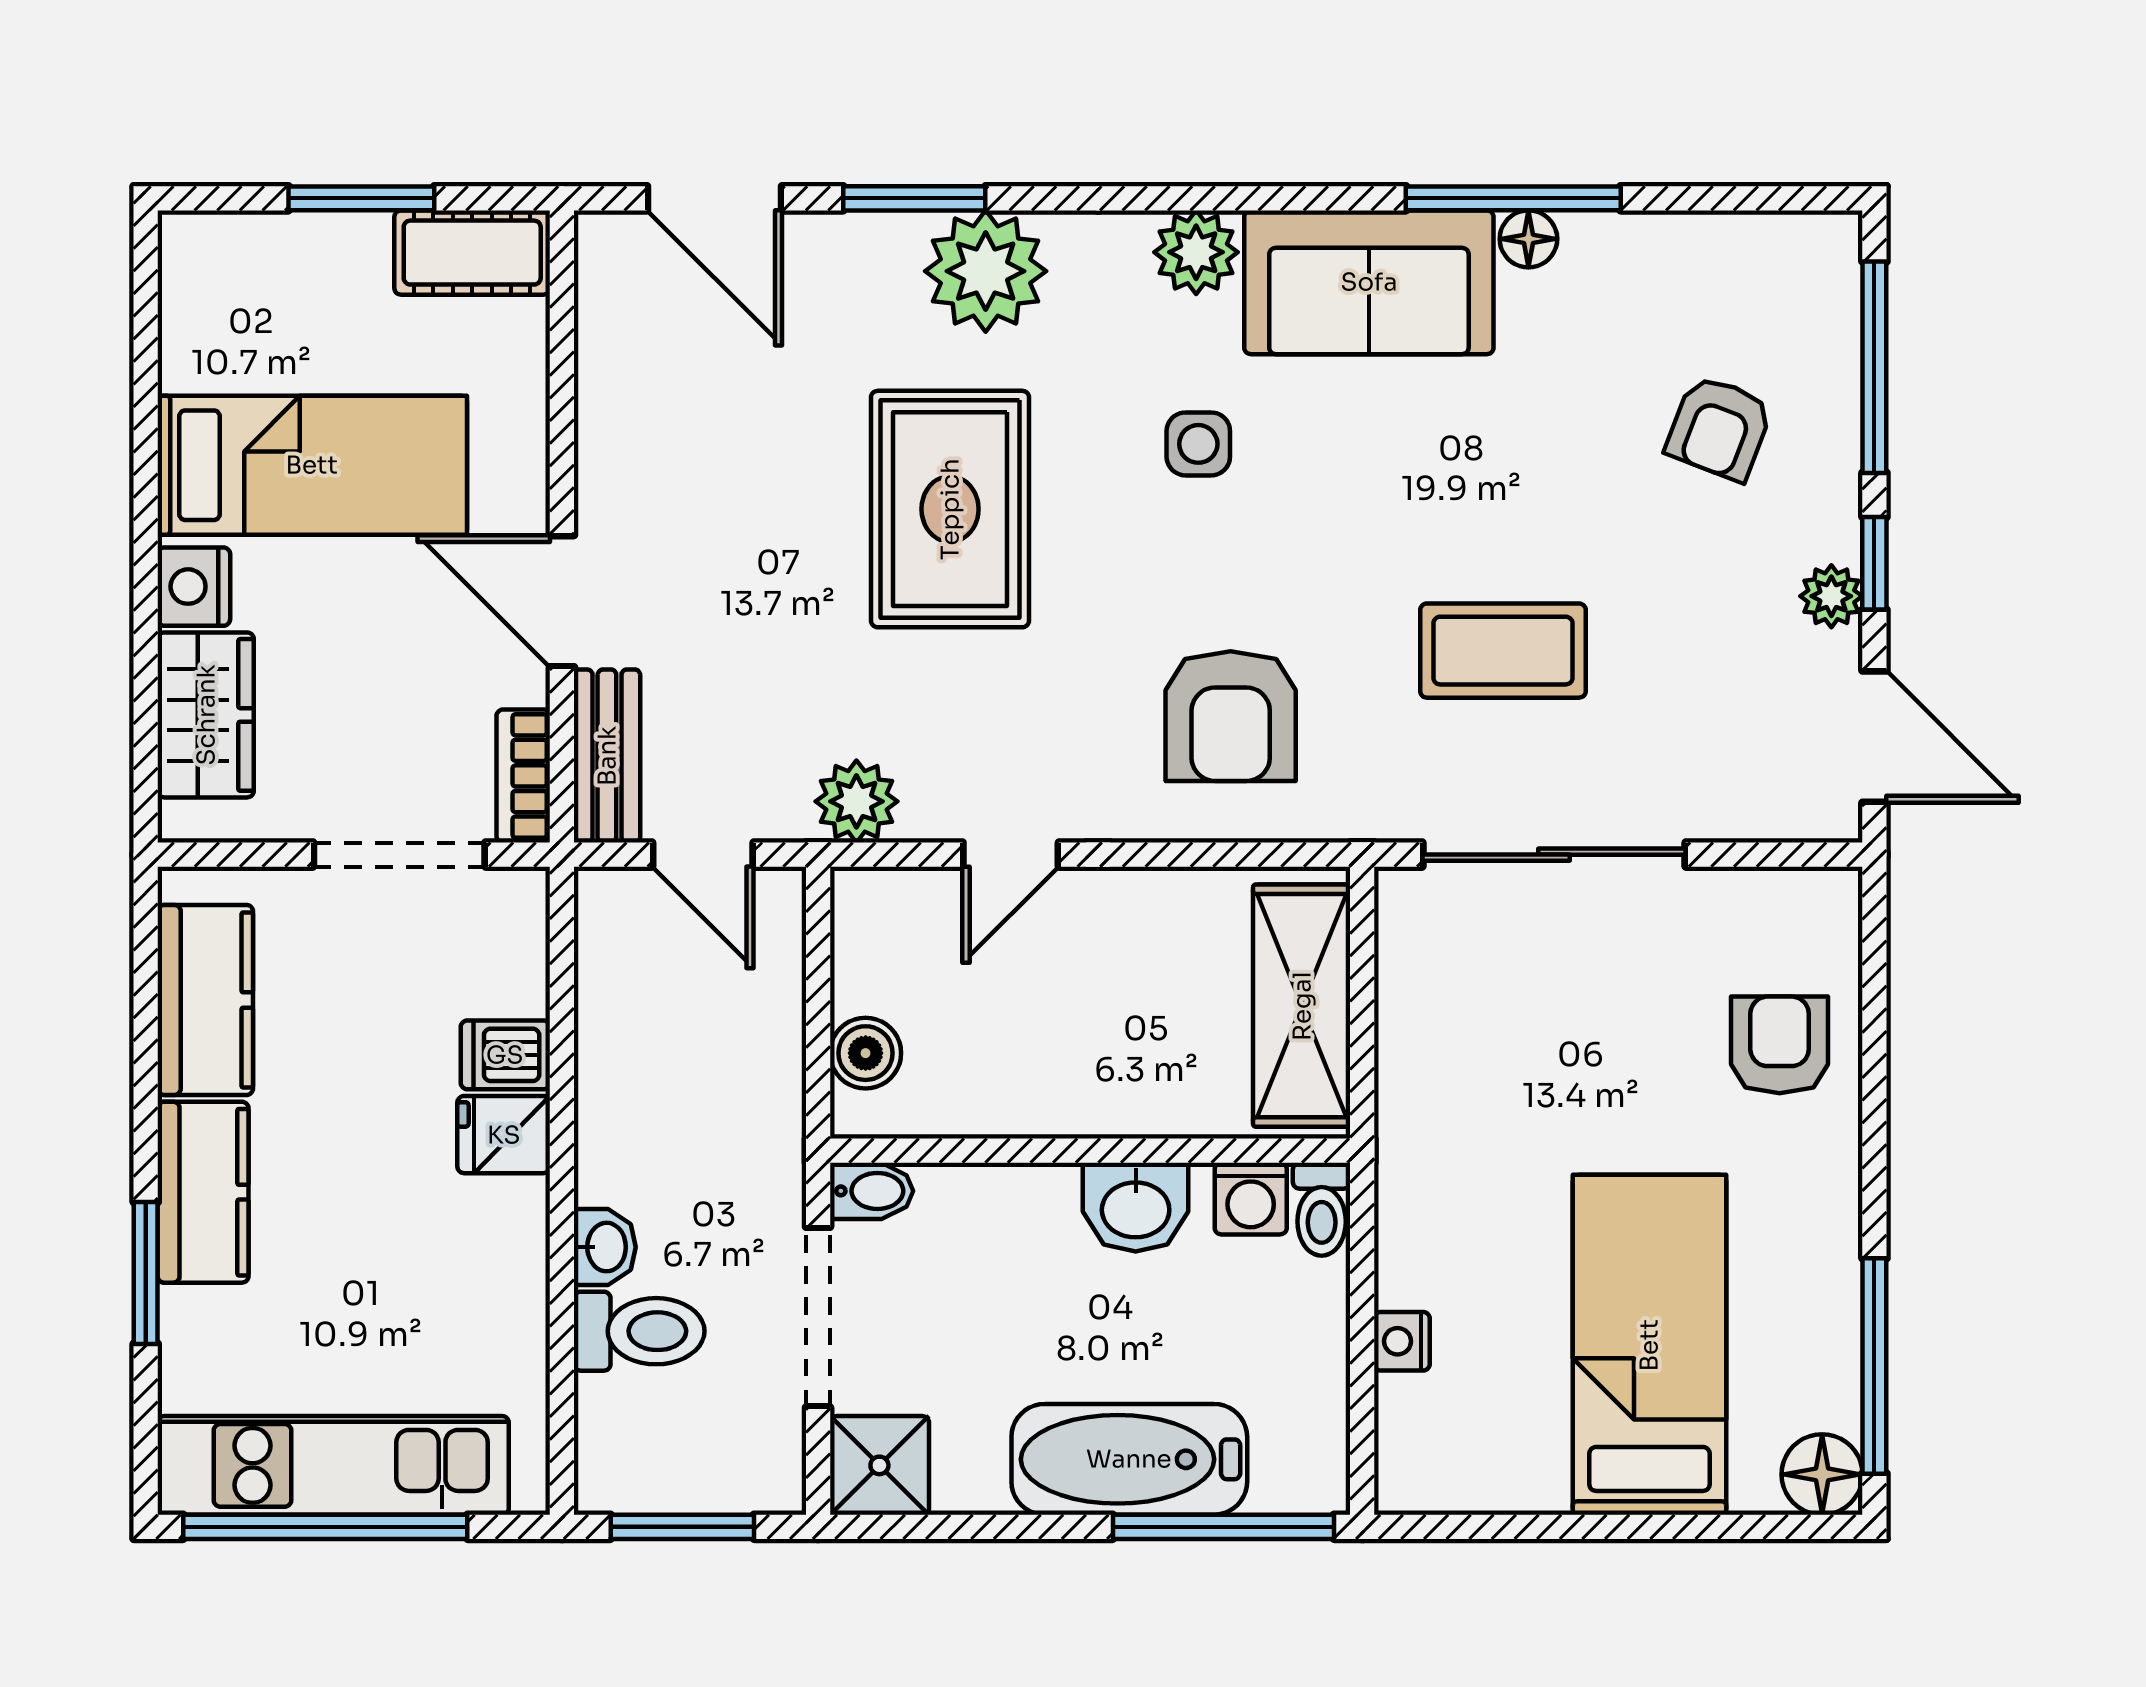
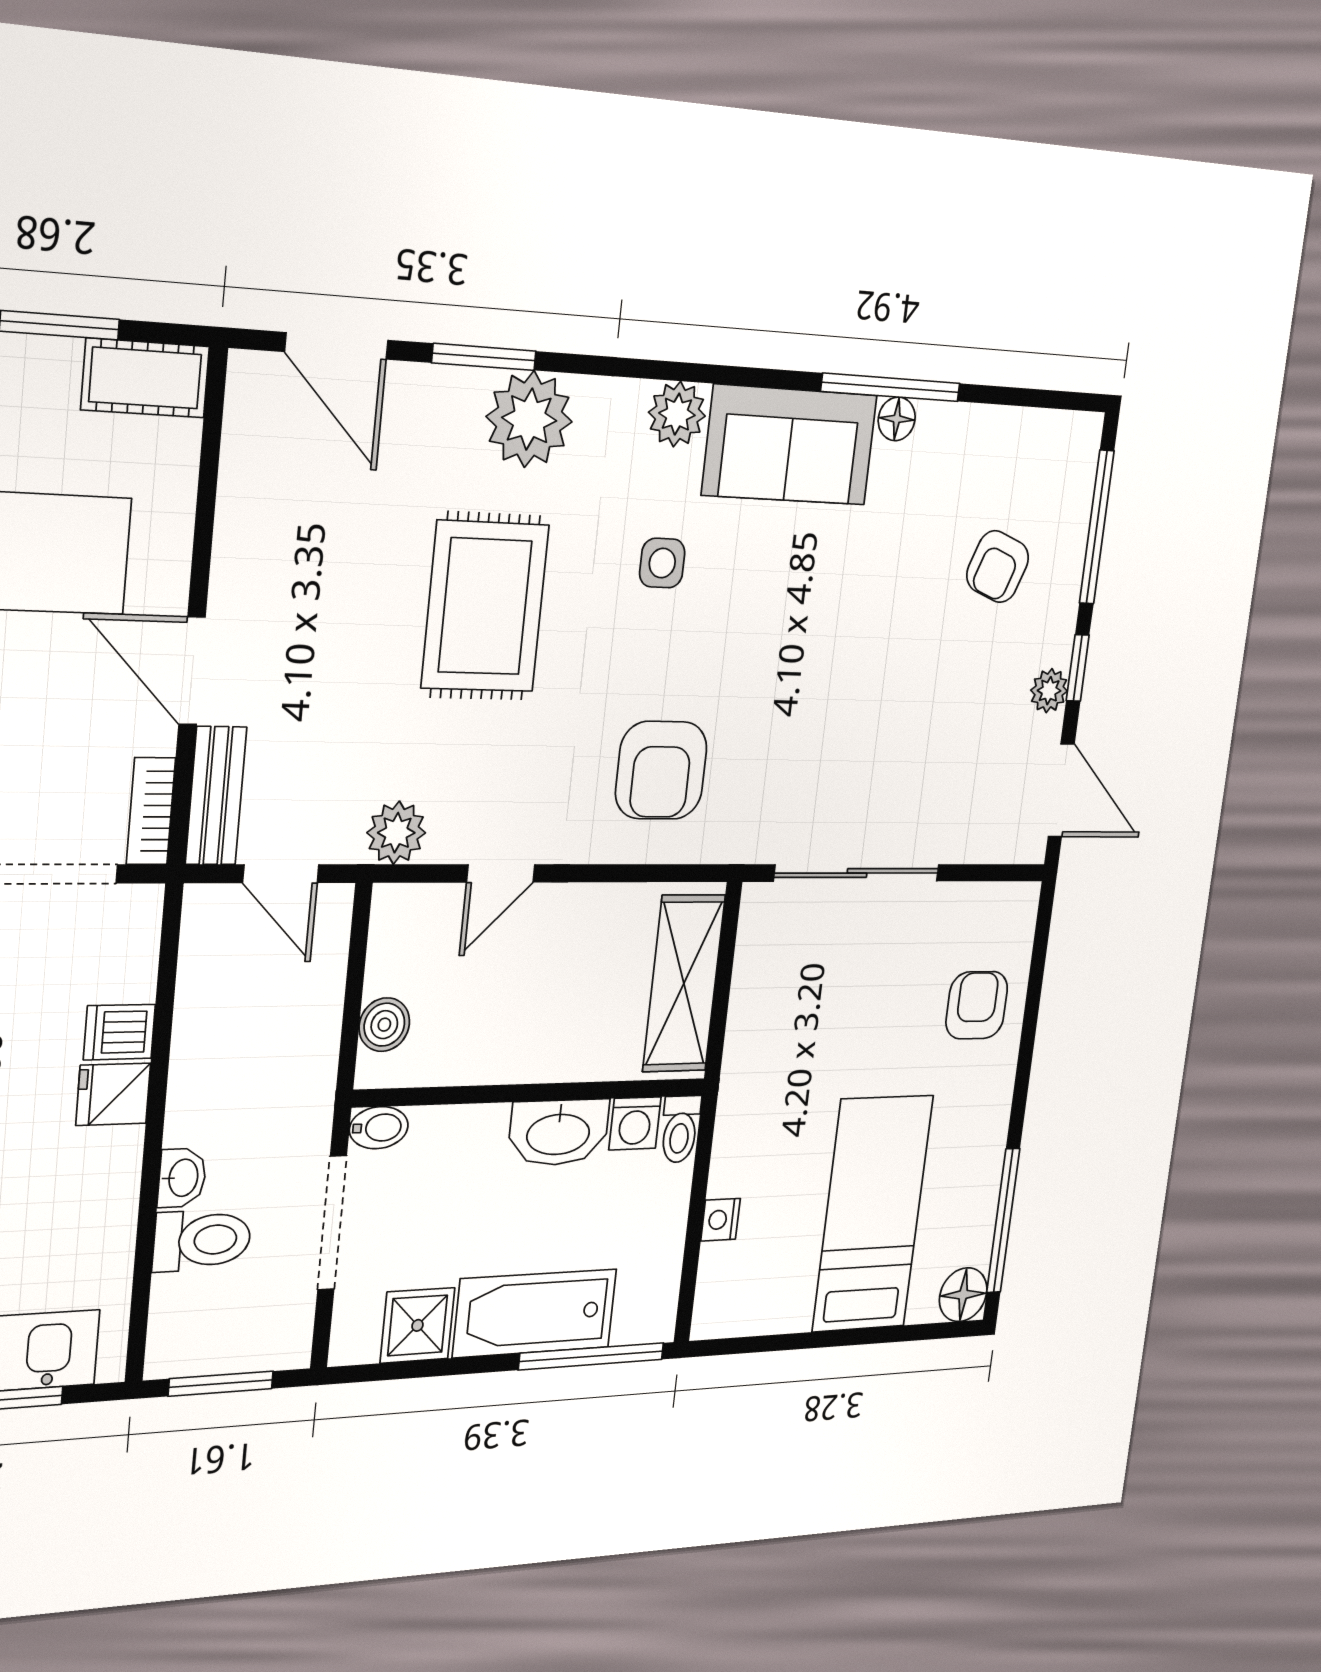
coffee table: (1503, 651) -> (843, 725), removed
washbasin: (1136, 1207) -> (558, 1133), width x1.38
shower: (879, 1465) -> (418, 1325), moved

